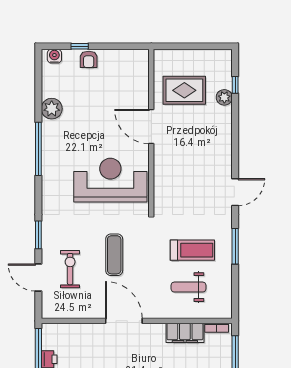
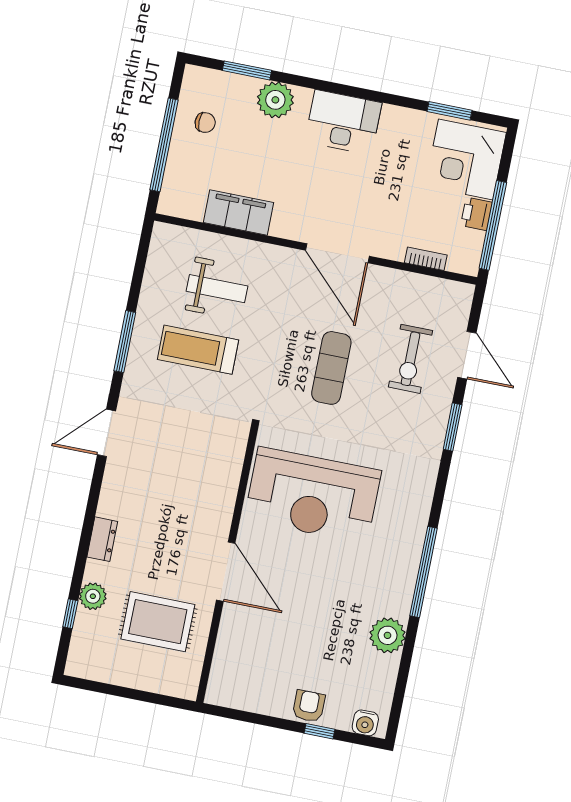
dresser: (225, 131) -> (102, 539), added
bookcase: (217, 328) -> (426, 259), moved

